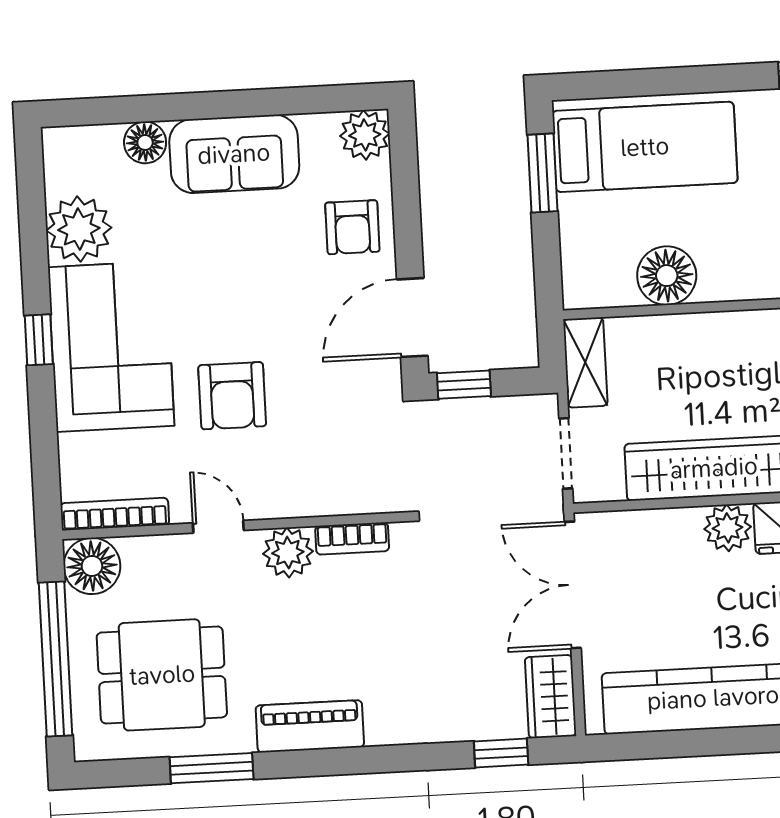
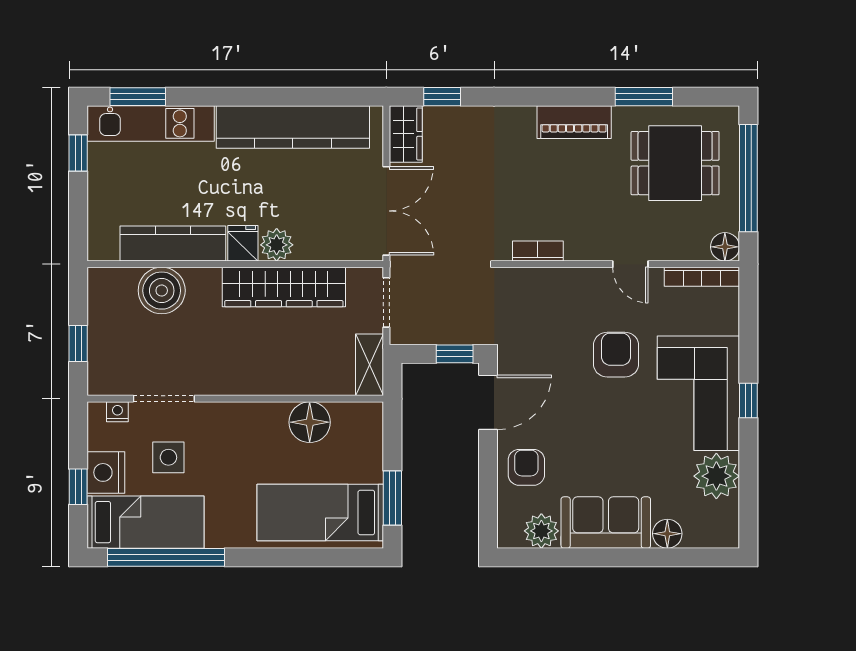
plant: (365, 135) -> (541, 531), moved
plant: (288, 552) -> (583, 244), removed
floor lamp: (92, 566) -> (725, 247), width x0.73, depth x0.73

